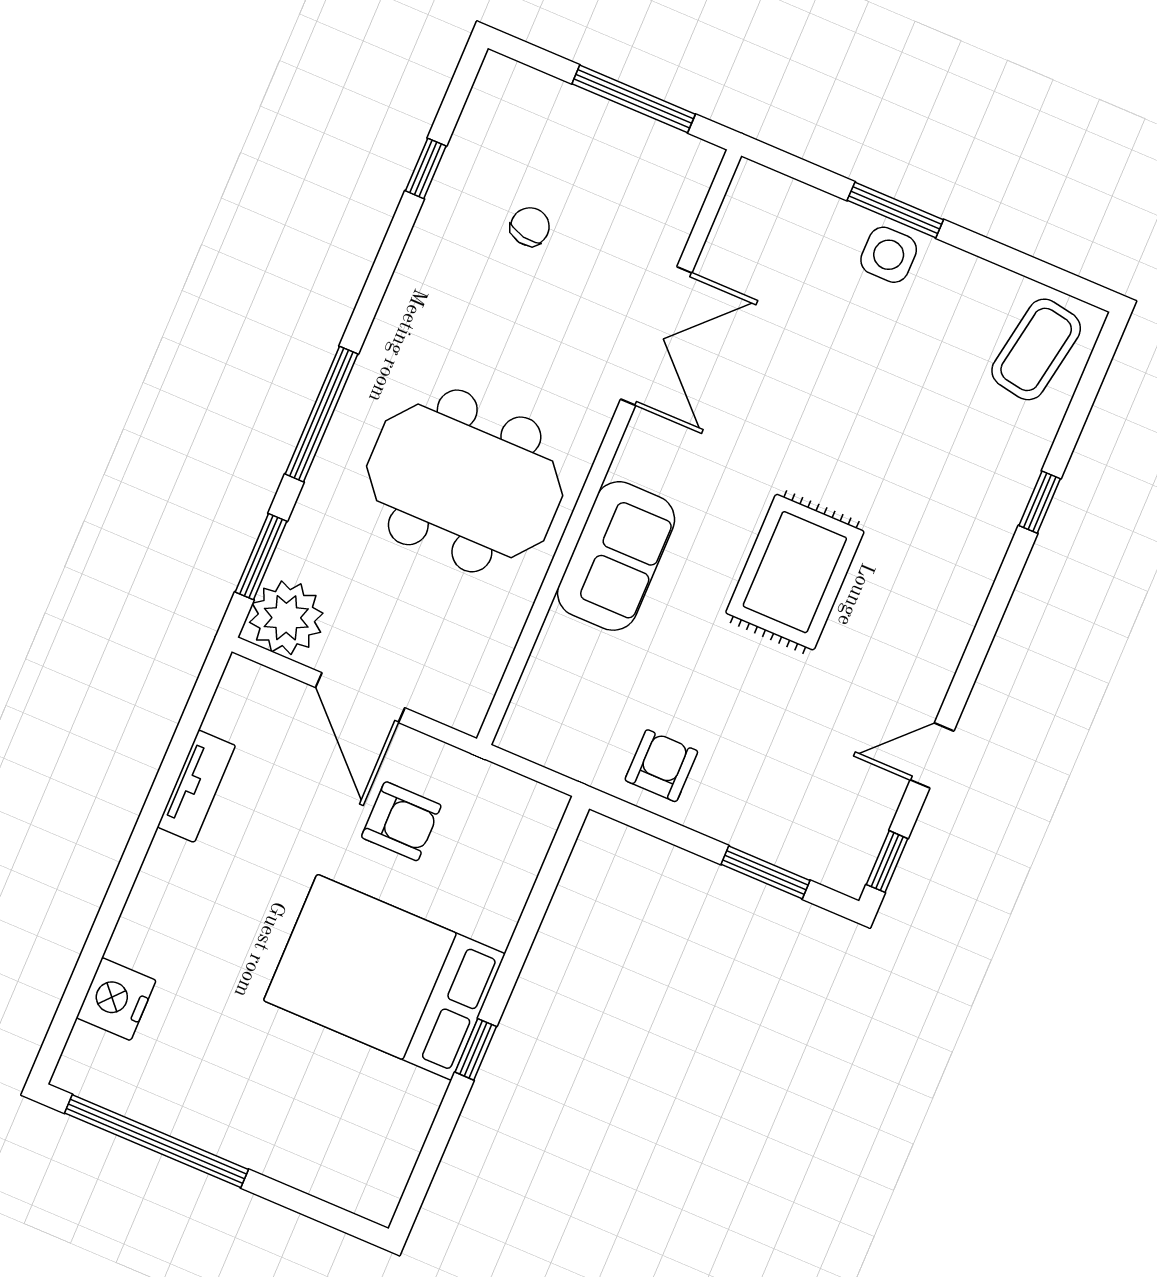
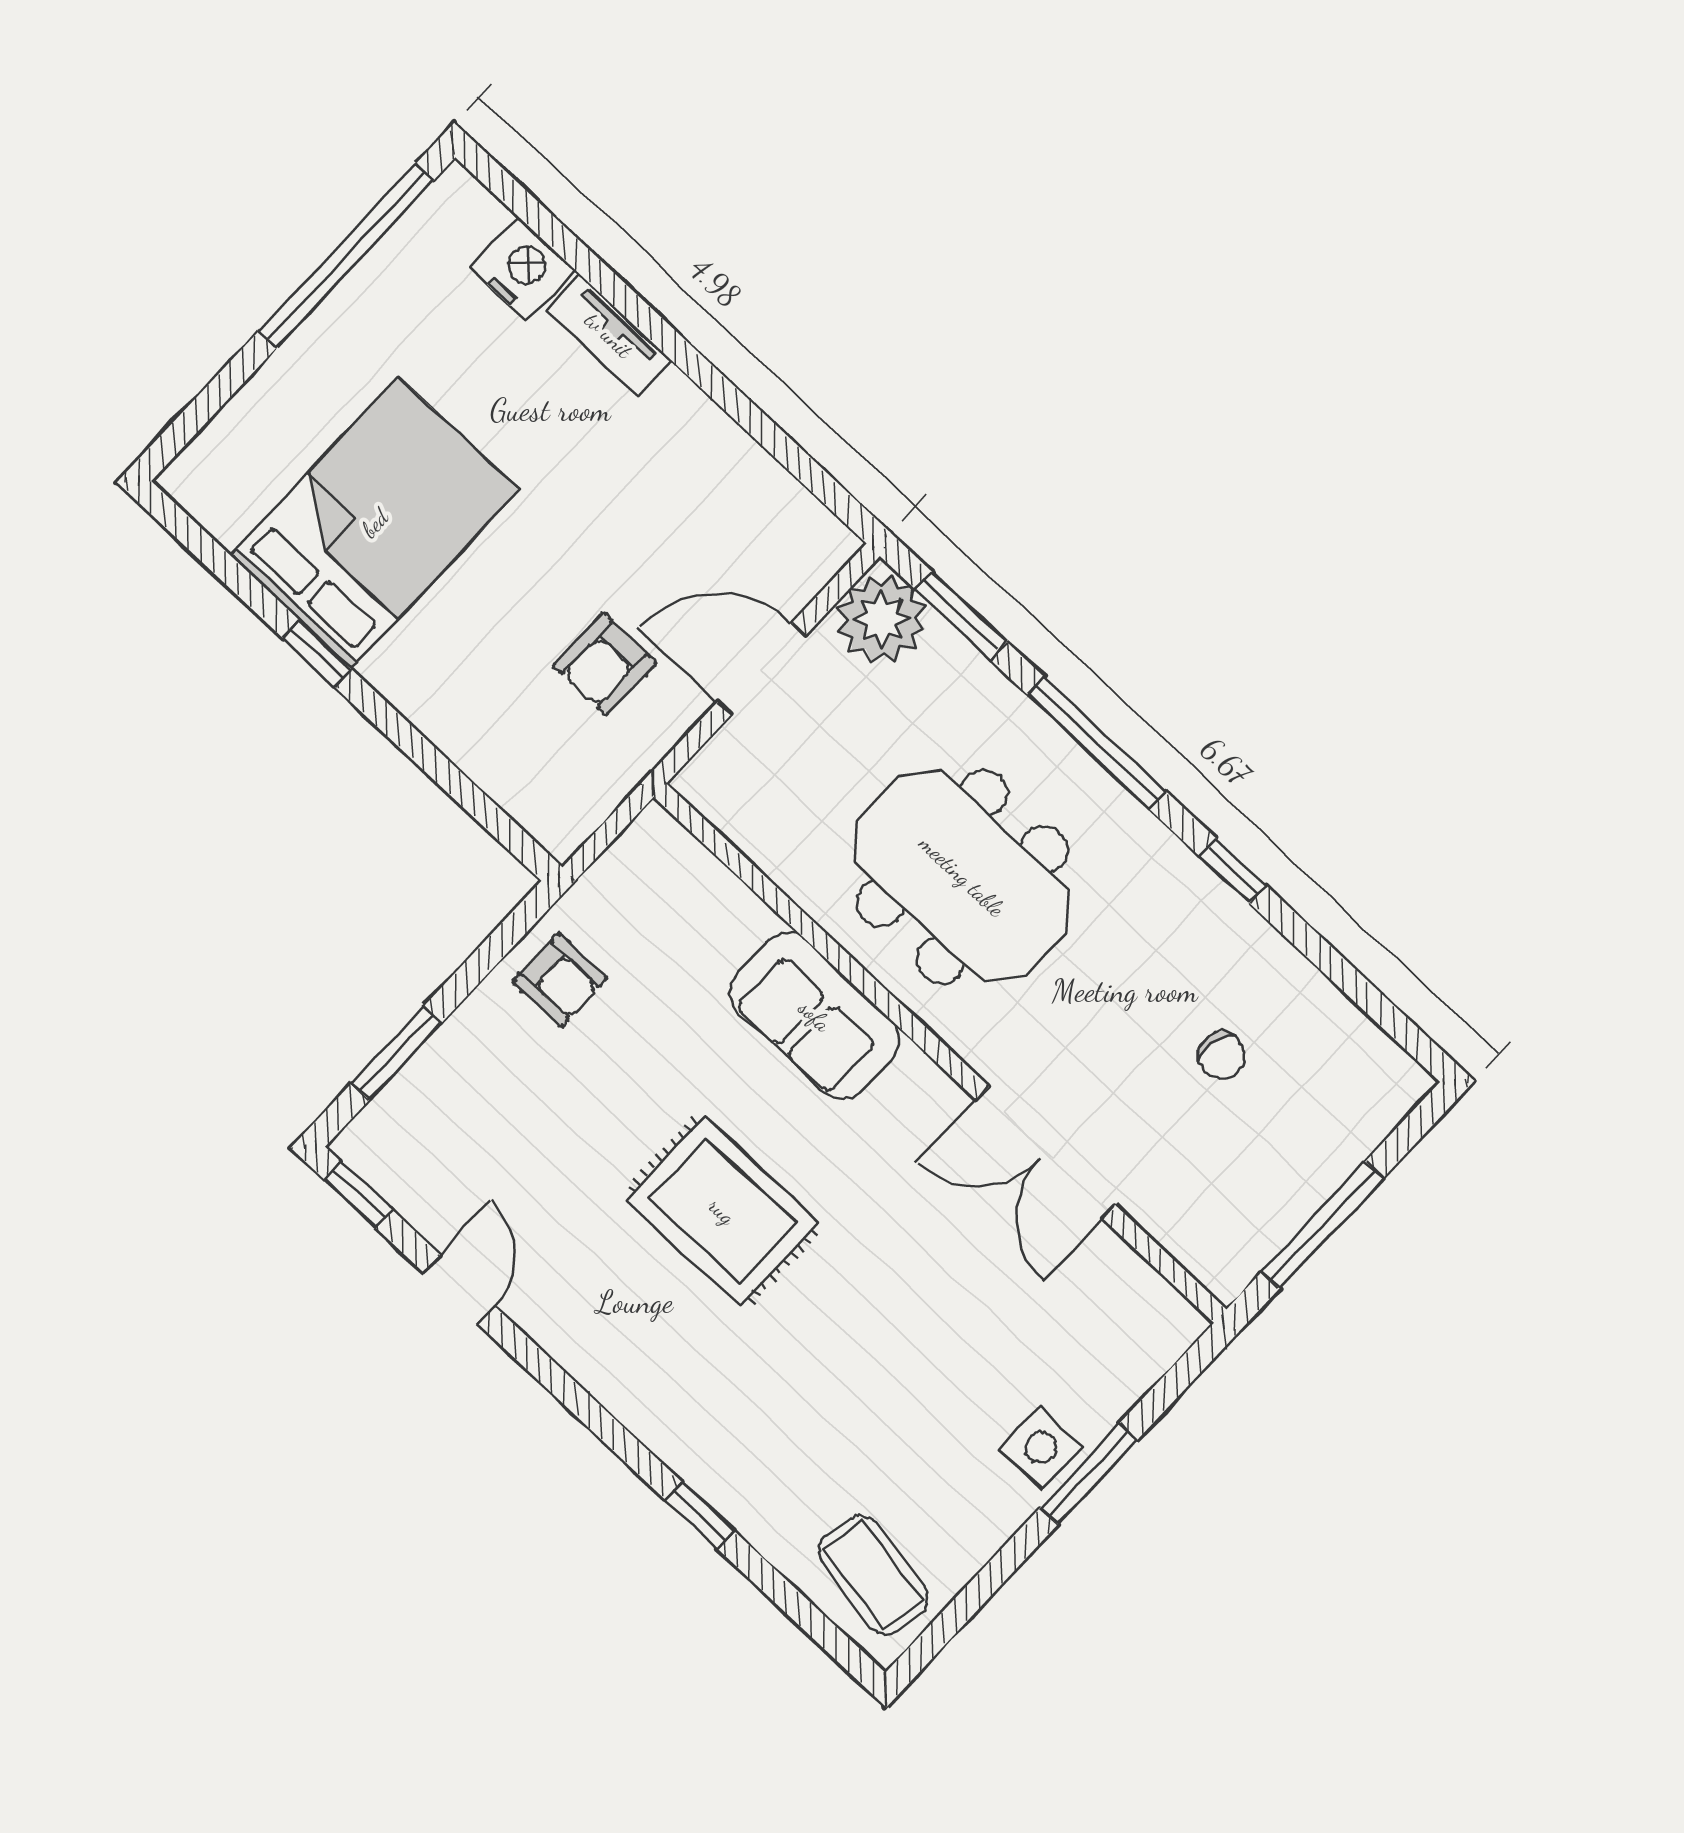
window: (426, 168) -> (1233, 871), moved
meeting table: (465, 481) -> (962, 876), turned 90
tv unit: (196, 786) -> (609, 335), moved
bed: (384, 977) -> (375, 523), moved

